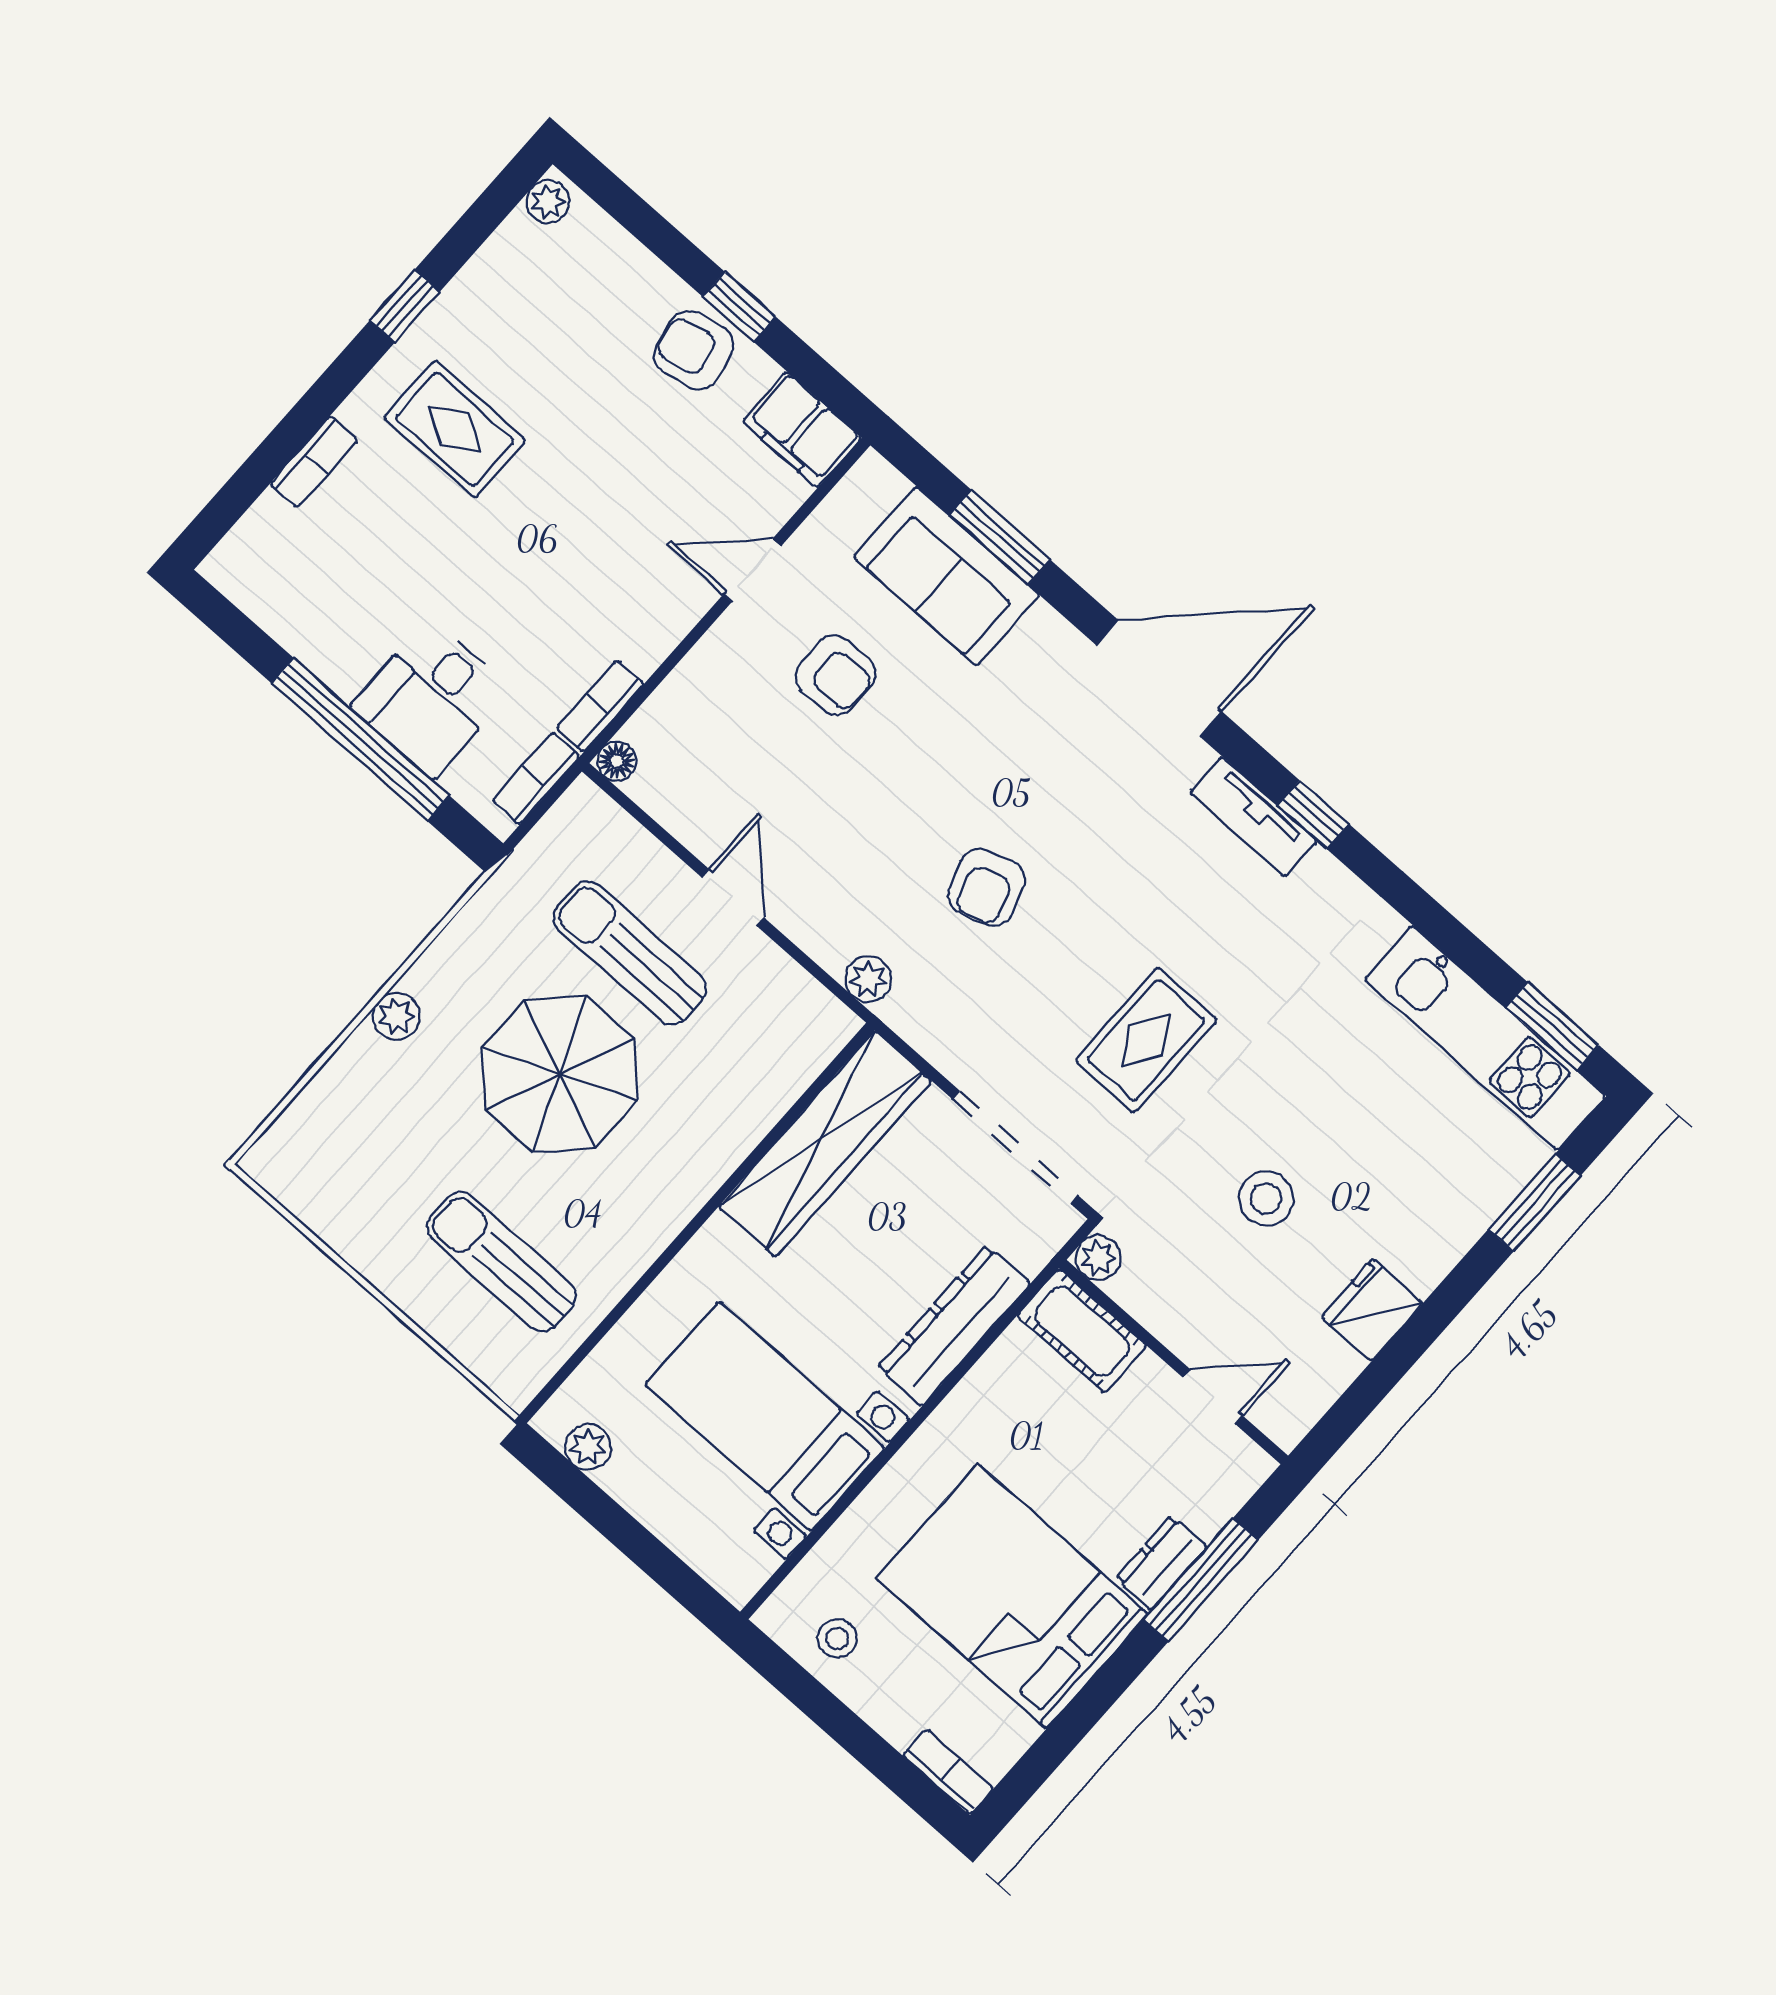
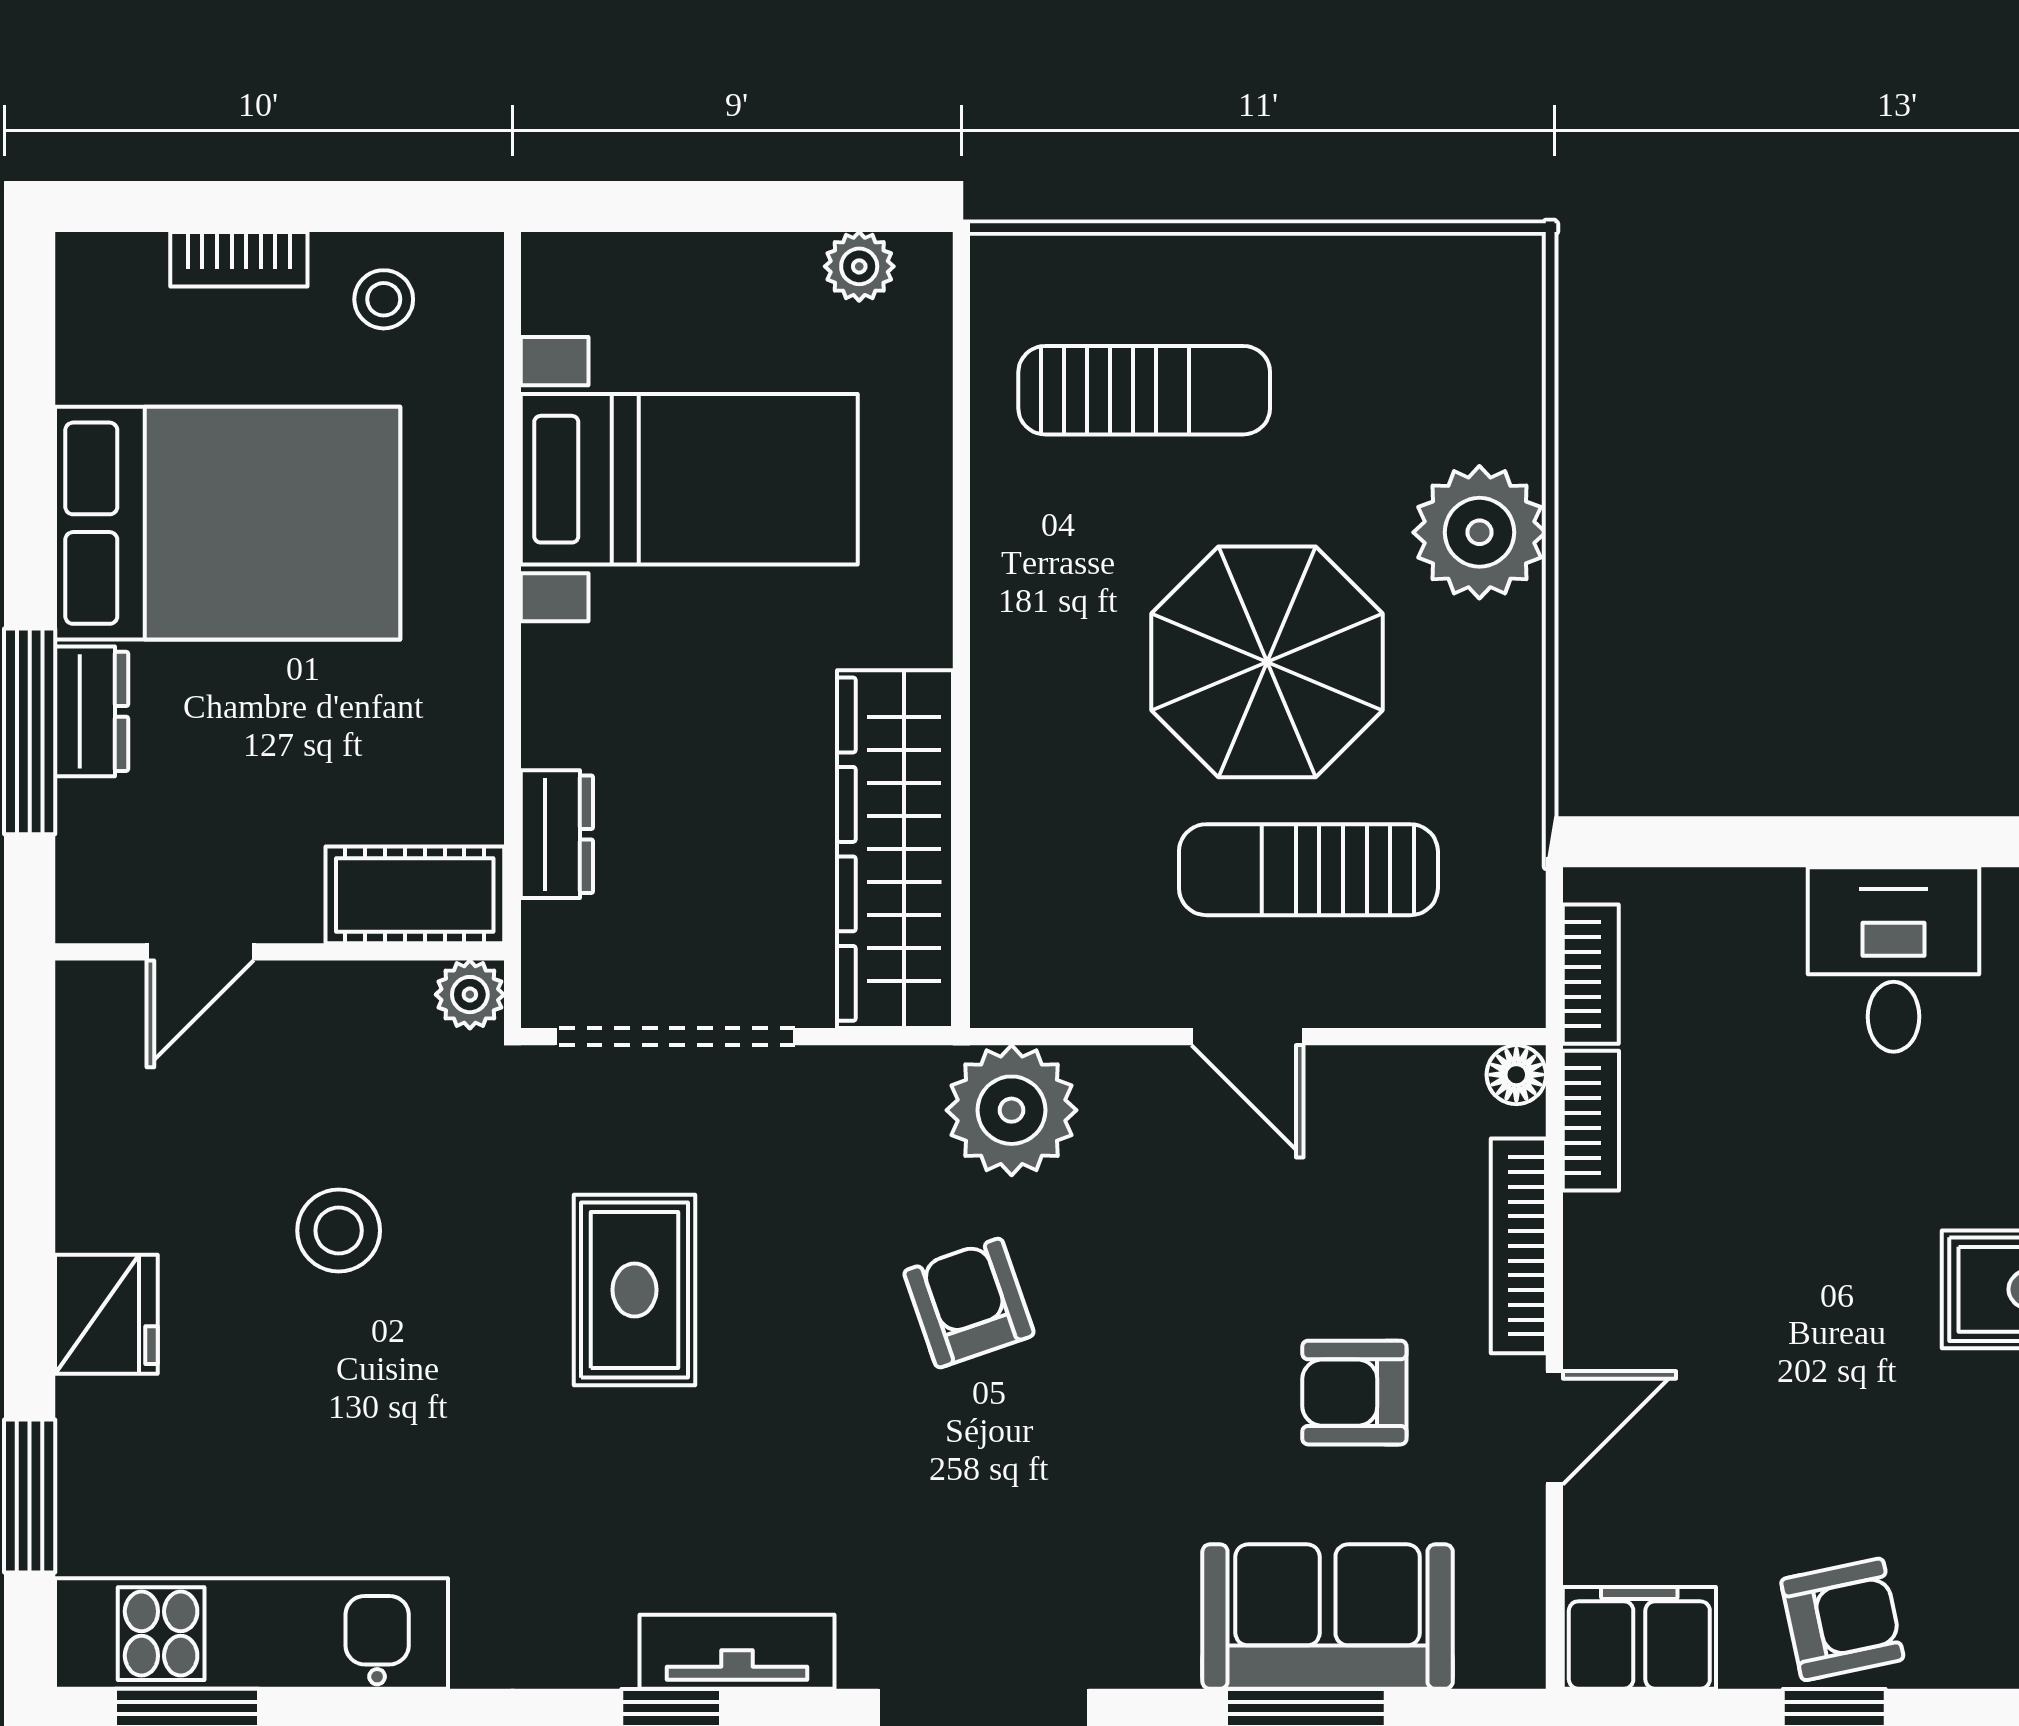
bookcase: (691, 676) -> (1518, 1246), added
desk: (431, 698) -> (1894, 959), moved
window: (361, 739) -> (1829, 842), removed
sun lounger: (630, 953) -> (1308, 870), turned 180
plant: (868, 979) -> (1012, 1110), width x1.88, depth x1.88
plant: (396, 1016) -> (1479, 532), width x1.87, depth x1.87
fridge: (1372, 1310) -> (106, 1314), moved
dresser: (954, 1325) -> (557, 834), width x0.51, depth x0.80
bookcase: (948, 1772) -> (239, 259), moved

